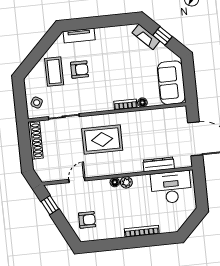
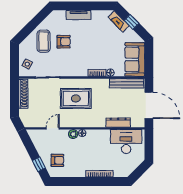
tv unit: (79, 36) -> (78, 15), moved
bench: (164, 114) -> (127, 83), added
plant: (126, 182) -> (73, 134), moved
window: (50, 205) -> (39, 164), moved

